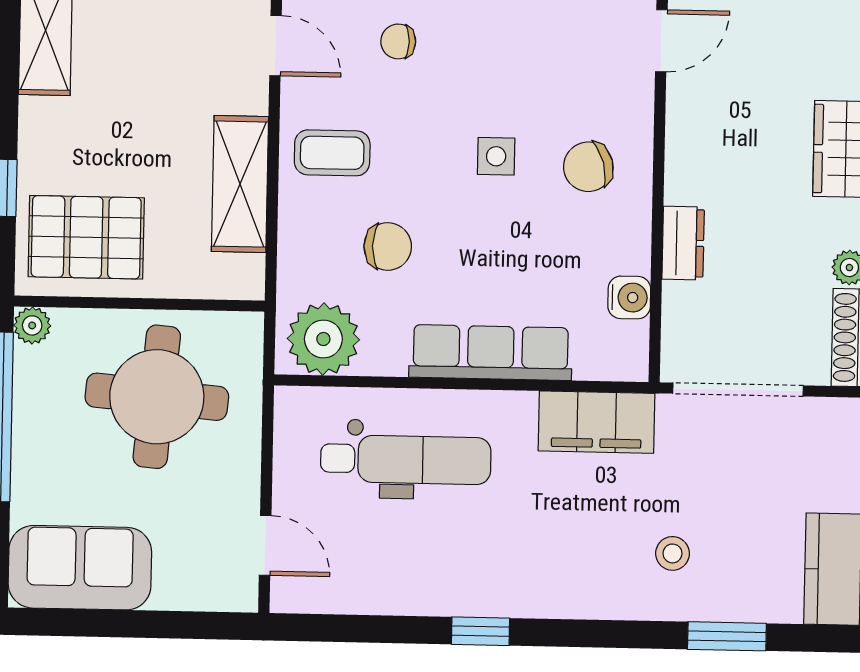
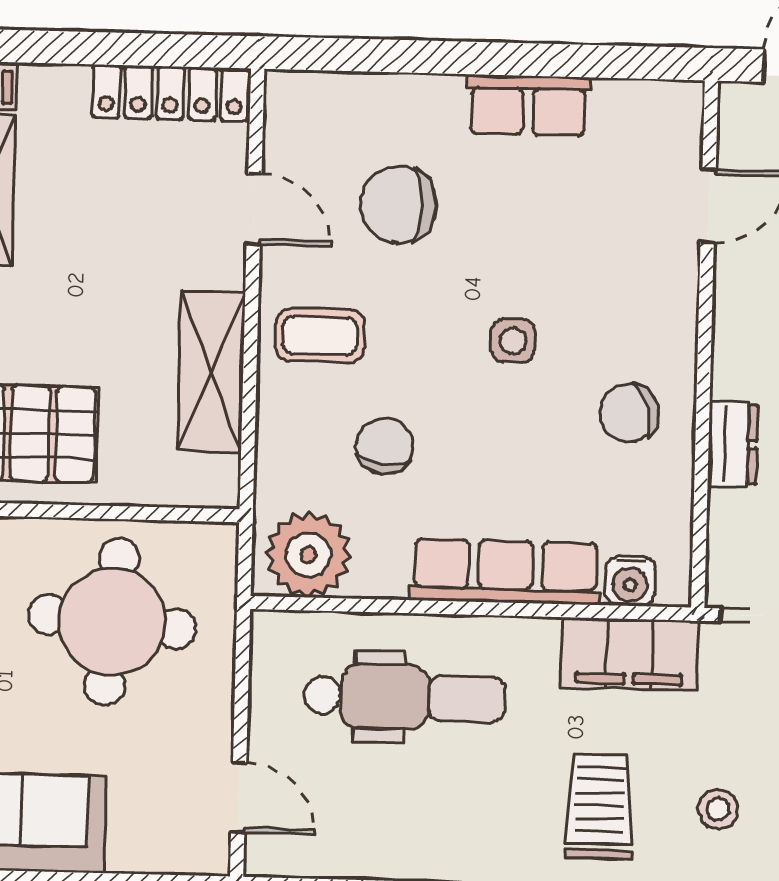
chair: (398, 41) -> (398, 205), width x1.87, depth x1.87
chair: (588, 167) -> (629, 413), moved
chair: (388, 246) -> (385, 446), turned -85
water cooler: (629, 297) -> (630, 581), moved, turned 90
trolley: (572, 552) -> (600, 806), added

